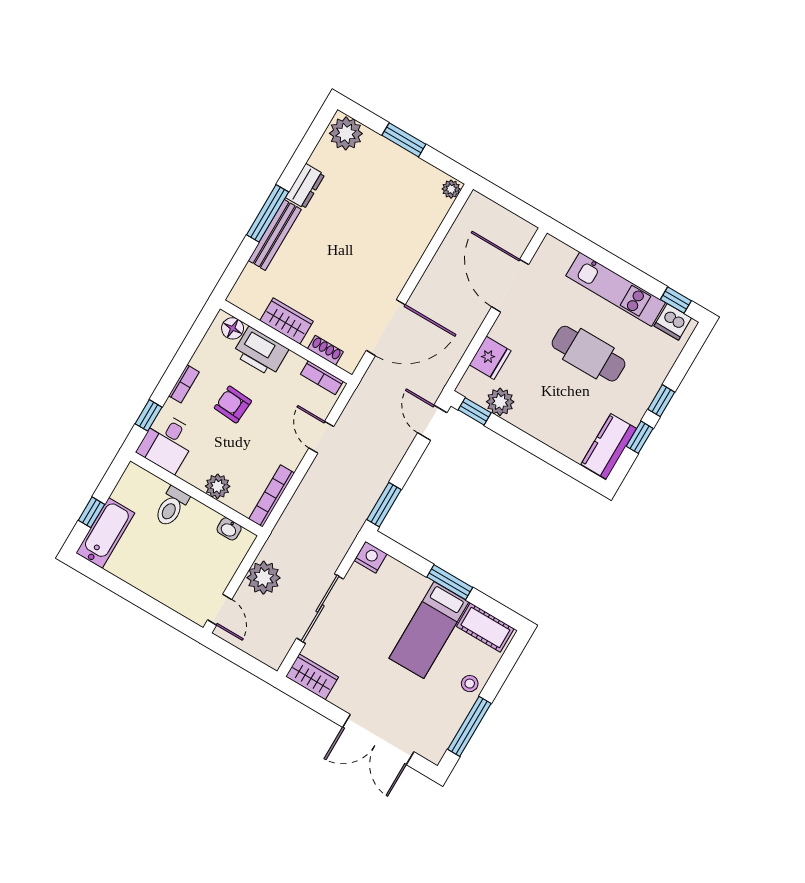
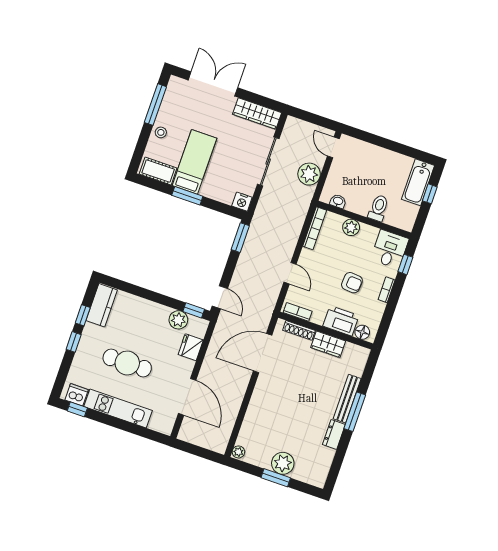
plant: (346, 133) -> (283, 463), moved
shoe rack: (325, 350) -> (299, 330), width x1.43
wardrobe: (312, 677) -> (257, 114), width x1.50

